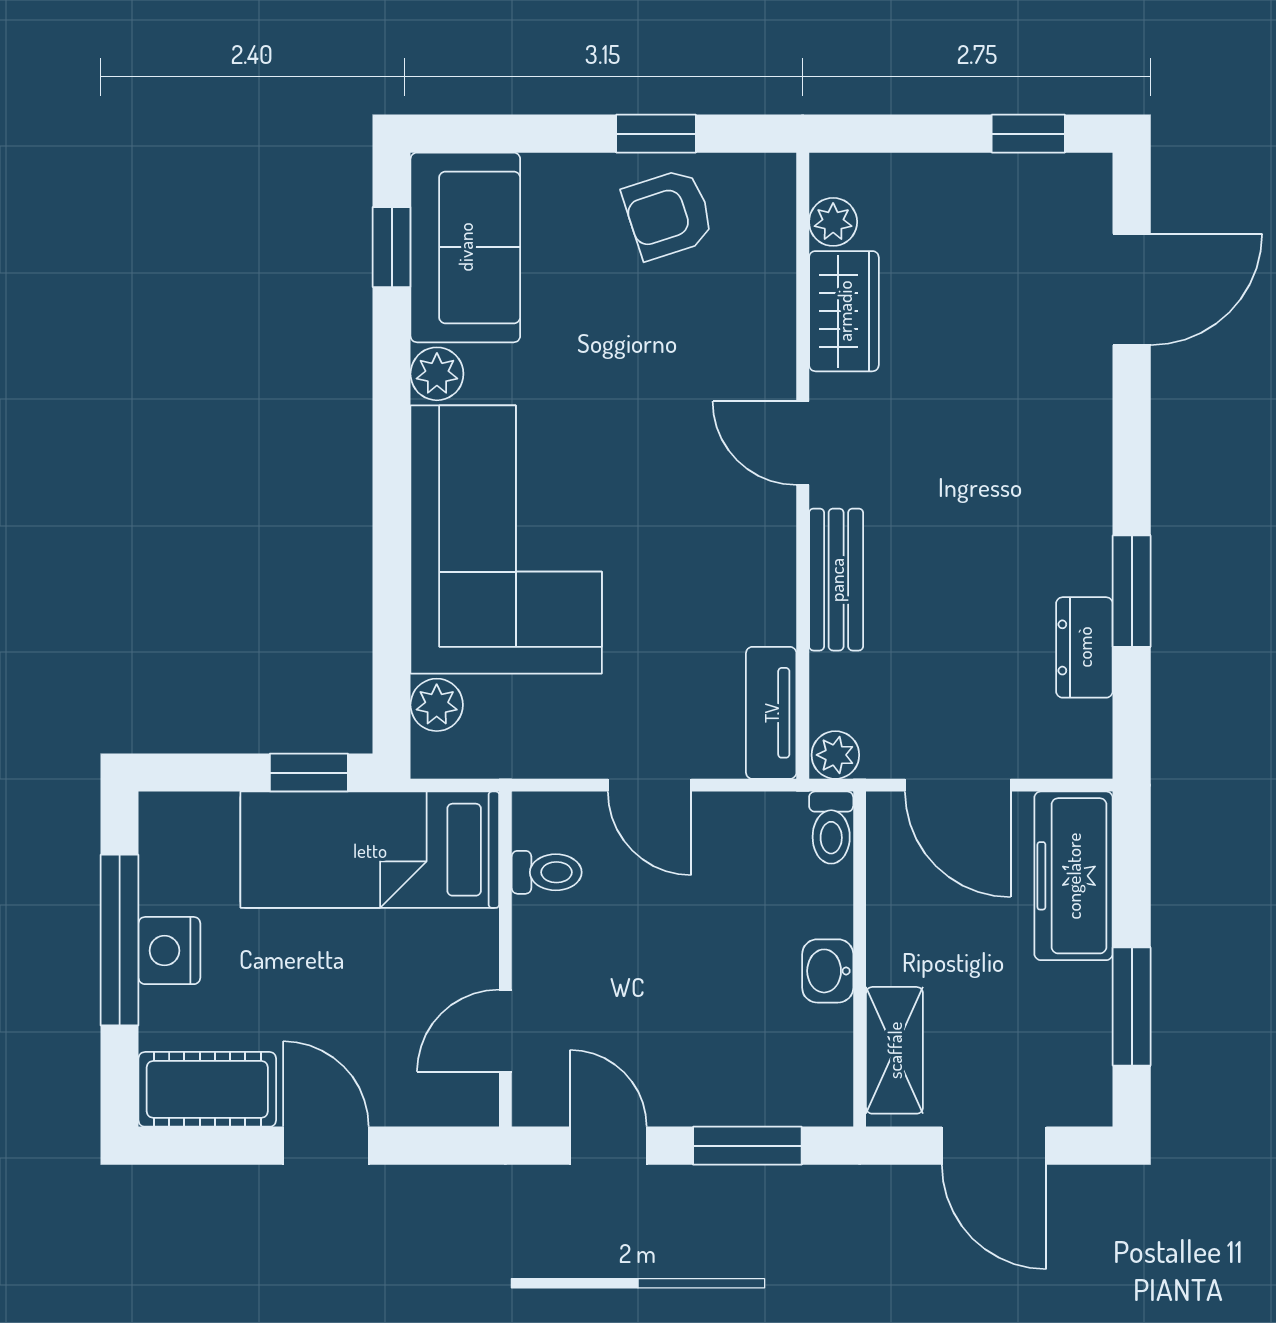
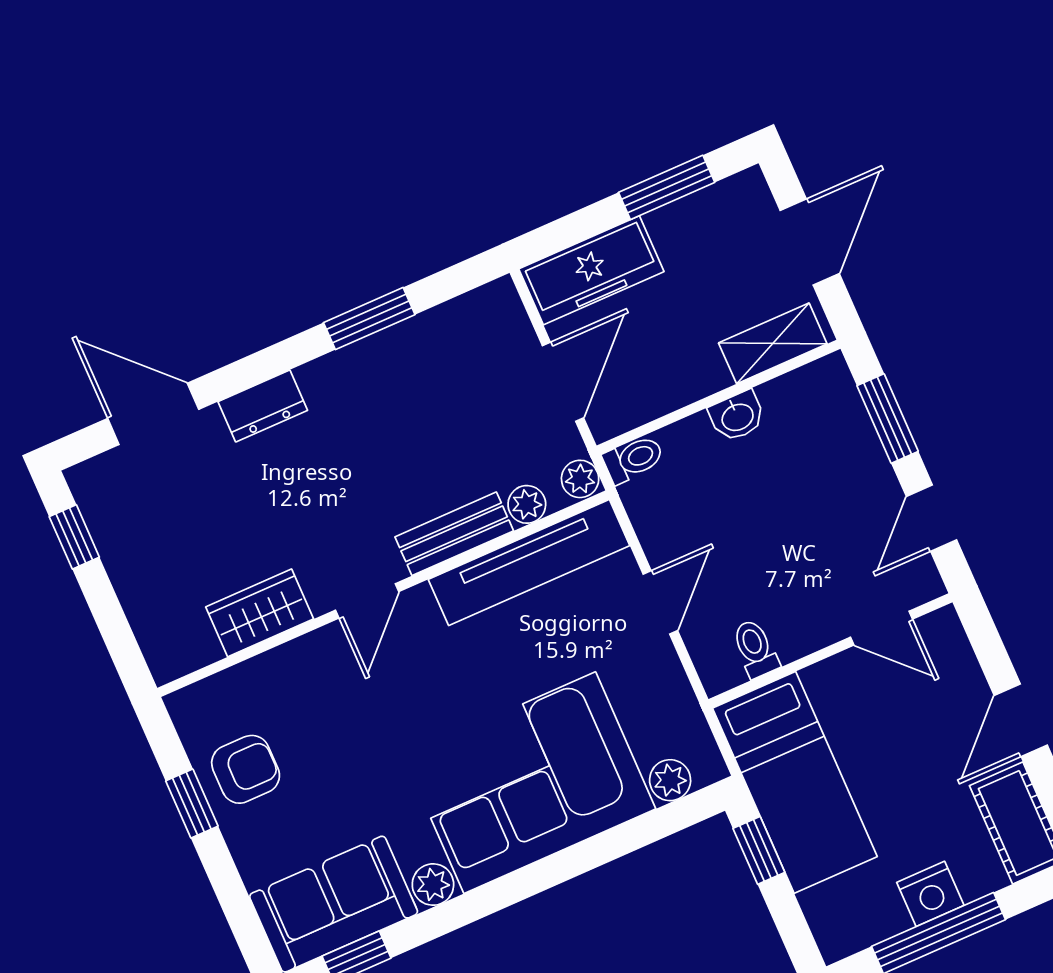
armchair: (668, 214) -> (246, 769), turned -72
plant: (833, 222) -> (527, 504), moved
dresser: (1084, 647) -> (263, 406), moved
tv unit: (771, 713) -> (529, 562), width x1.92, depth x1.29

